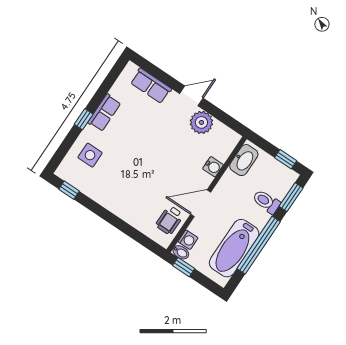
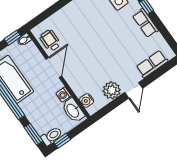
water cooler: (213, 167) -> (87, 100), moved
toilet: (266, 202) -> (52, 136), moved
washing machine: (188, 240) -> (64, 95), moved

